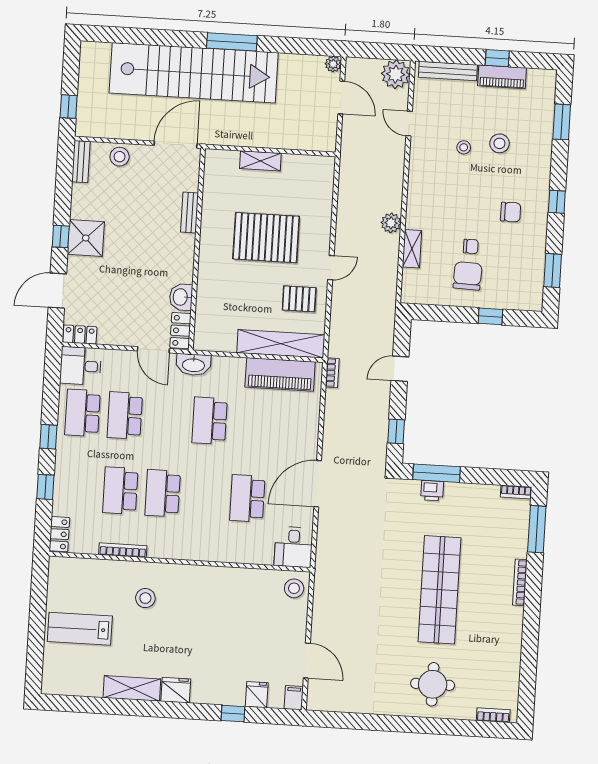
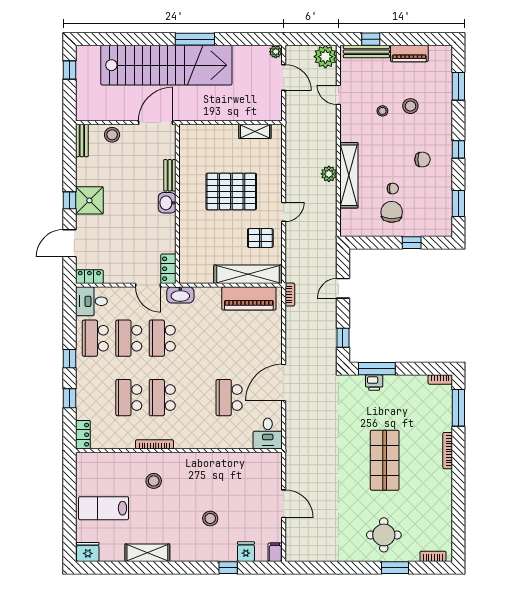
window: (497, 58) -> (371, 39), moved
window: (69, 107) -> (70, 70), moved
shelving: (260, 161) -> (255, 131), moved
shelving: (412, 249) -> (349, 175), width x2.20, depth x1.33
washbasin: (181, 297) -> (167, 203), moved
school desk: (210, 421) -> (162, 338), moved
bookcase: (123, 550) -> (154, 444), moved
stool: (294, 588) -> (210, 519), moved
shop shelf: (439, 590) -> (385, 460), width x0.71
door: (307, 661) -> (284, 504), moved
fridge: (176, 690) -> (88, 552), moved
window: (444, 727) -> (395, 568), added

